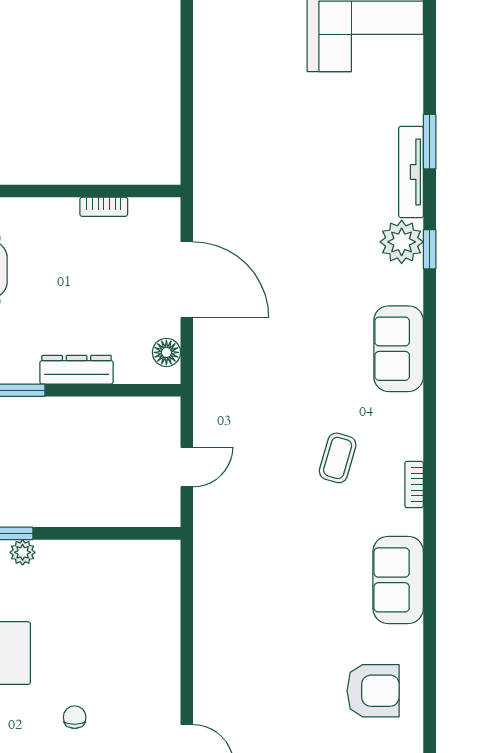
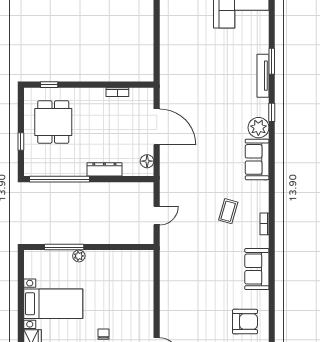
plant: (402, 242) -> (258, 128), moved

